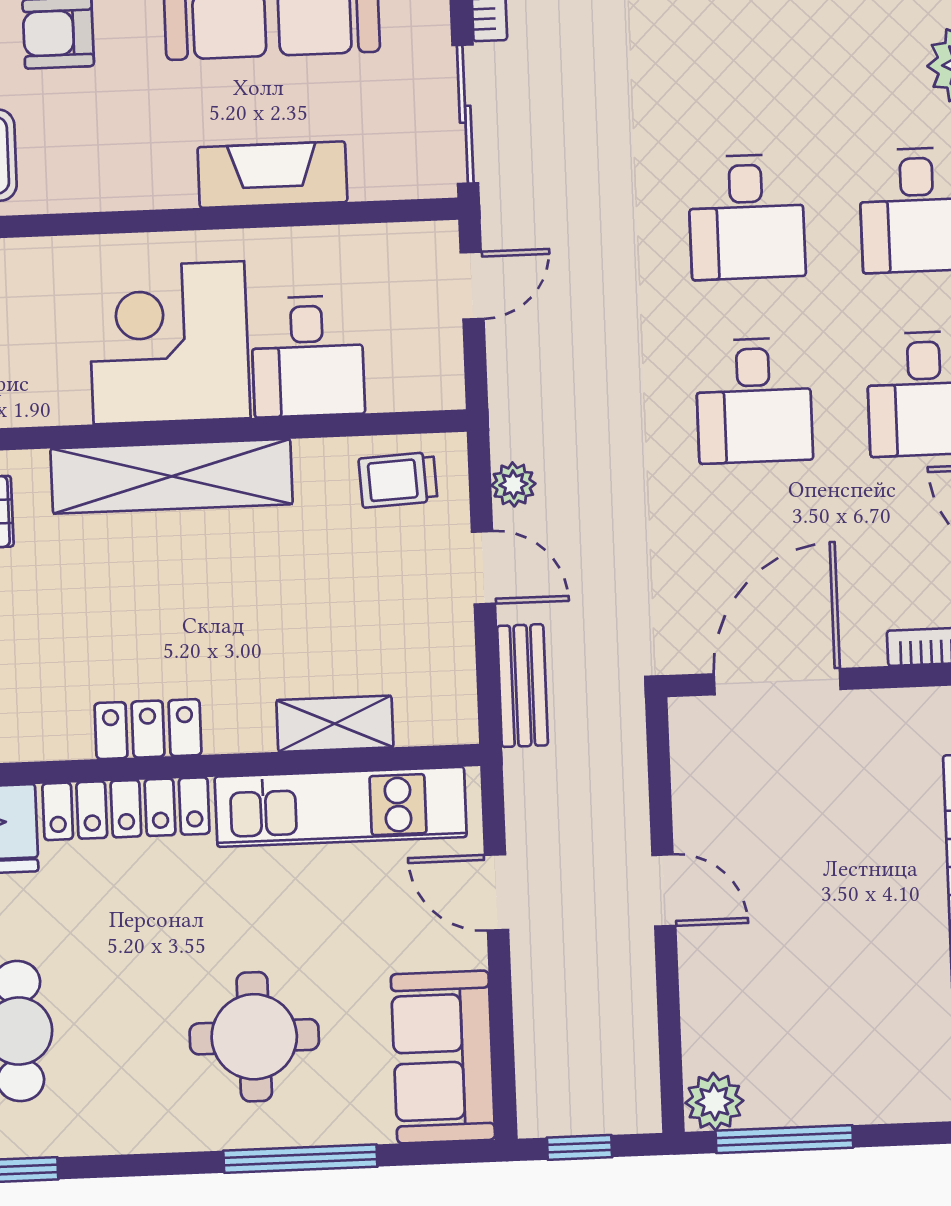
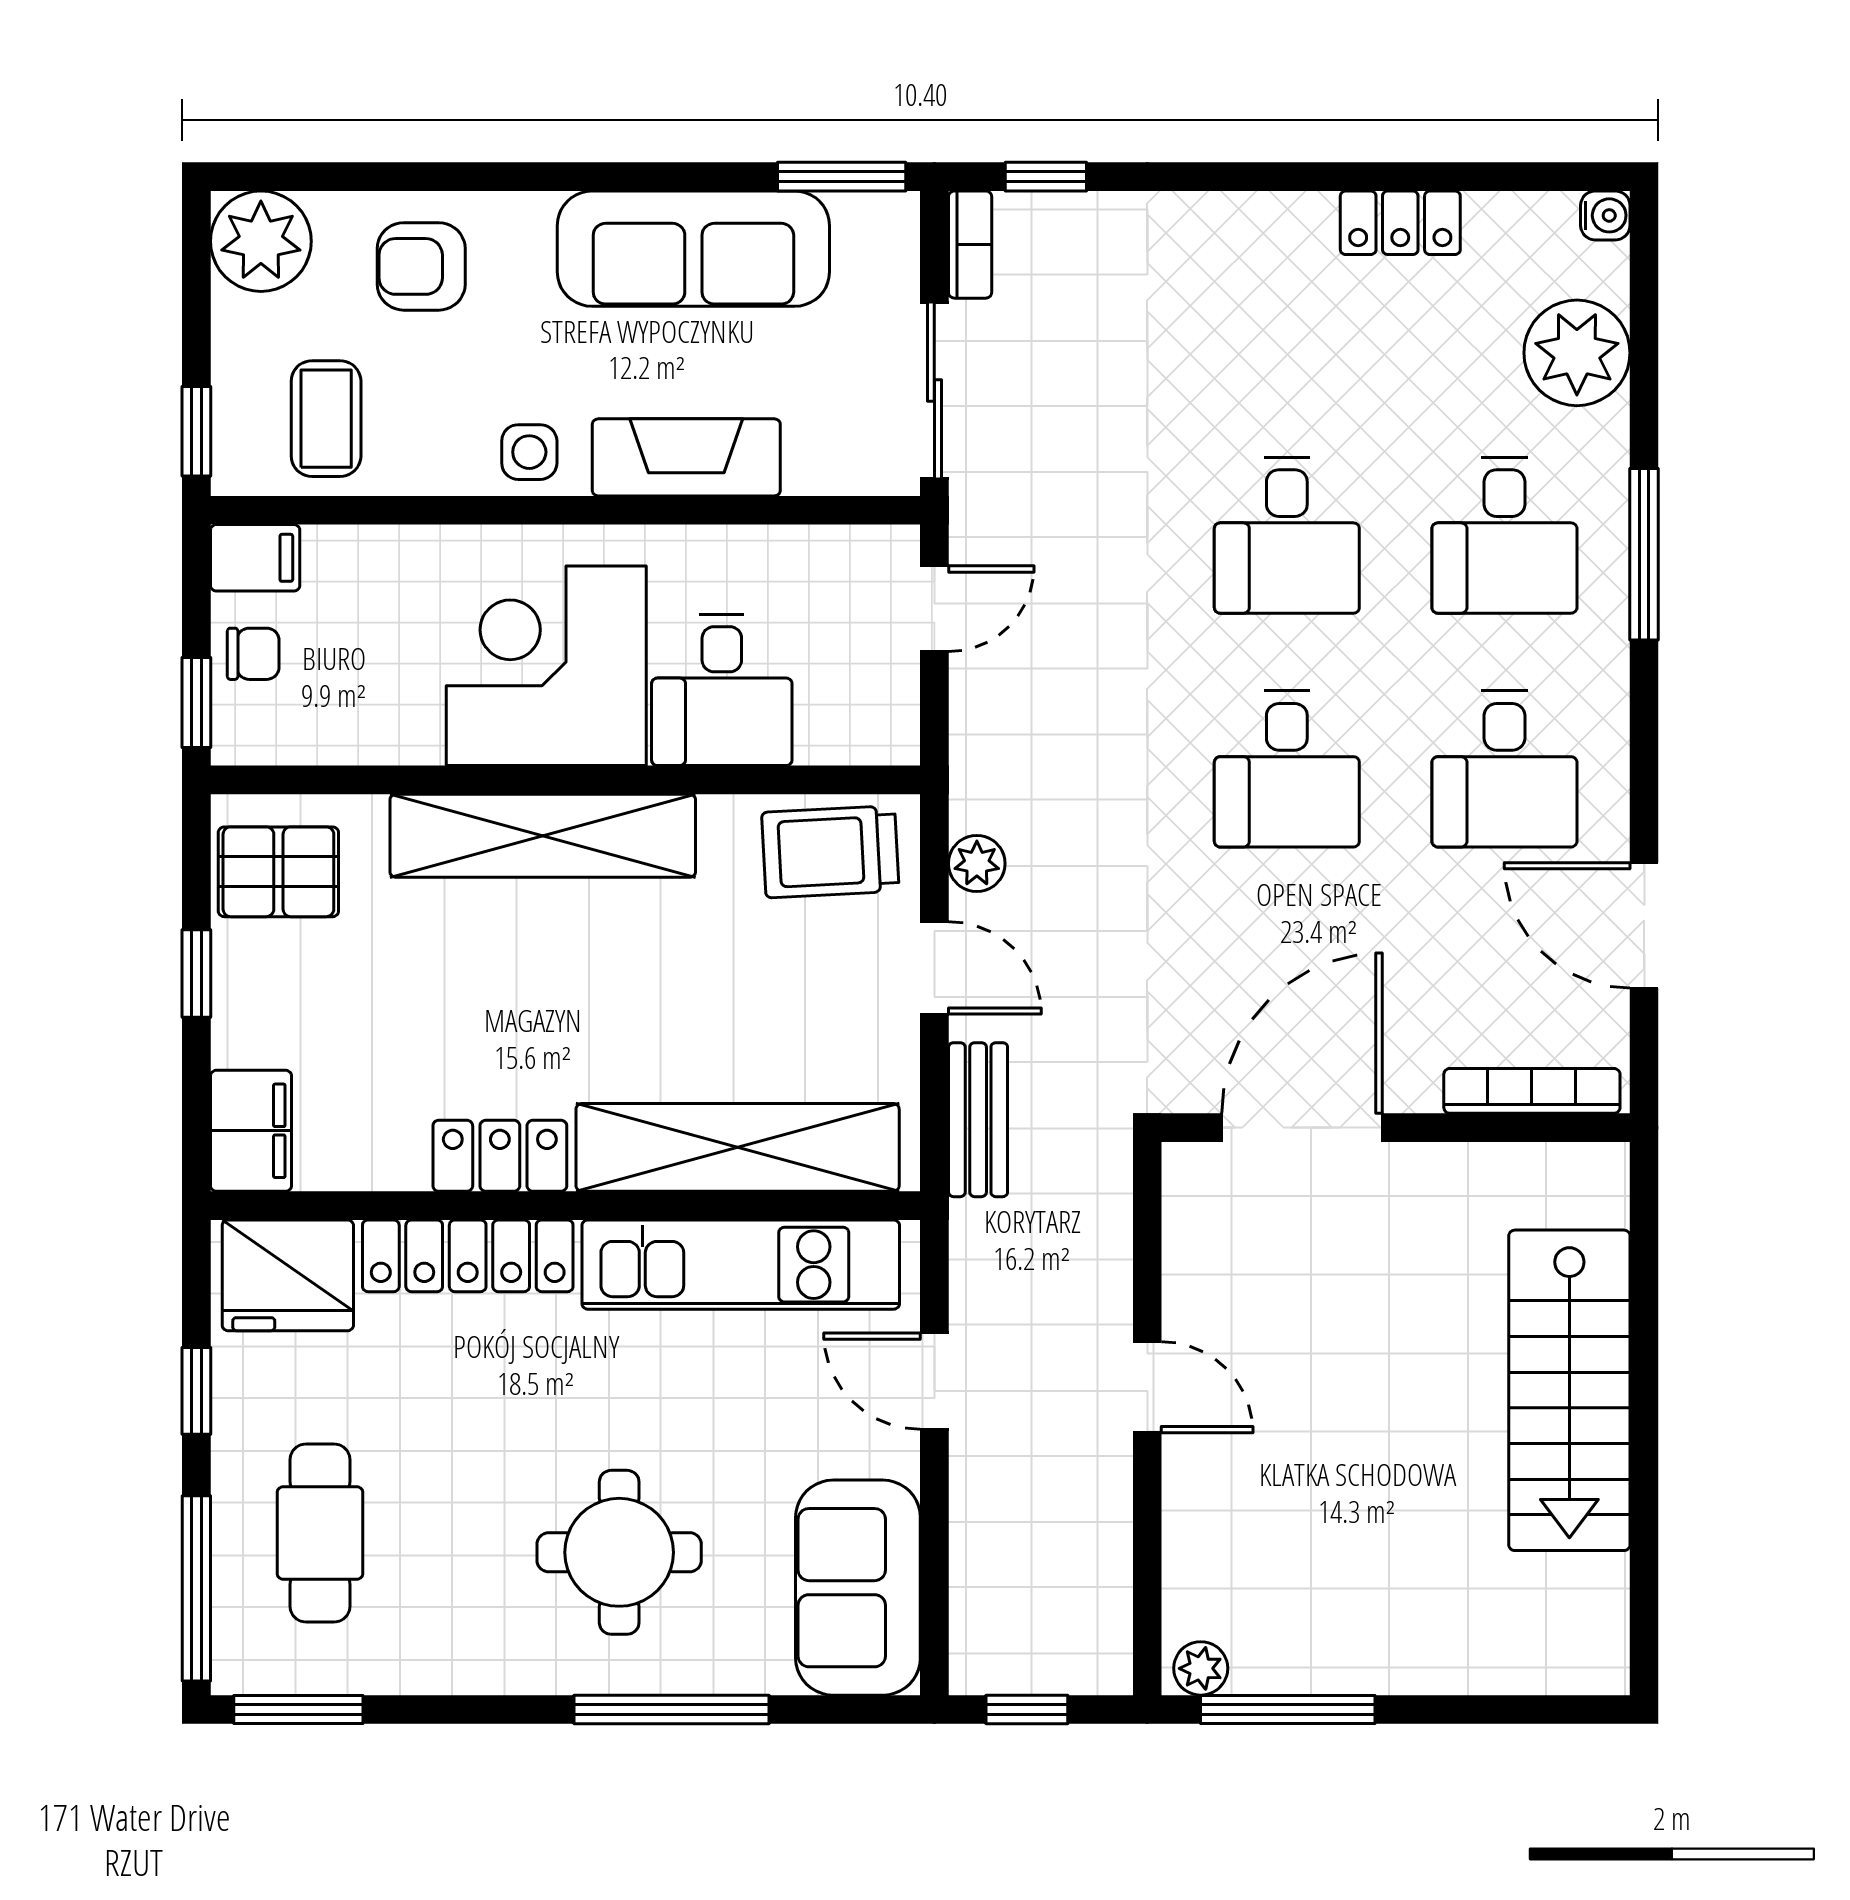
side table: (149, 175) -> (529, 452), added
trolley: (398, 480) -> (830, 852), width x1.36, depth x1.39
shelving: (335, 724) -> (738, 1147), width x2.20, depth x1.33
plant: (714, 1102) -> (1201, 1668), width x0.73, depth x0.73

